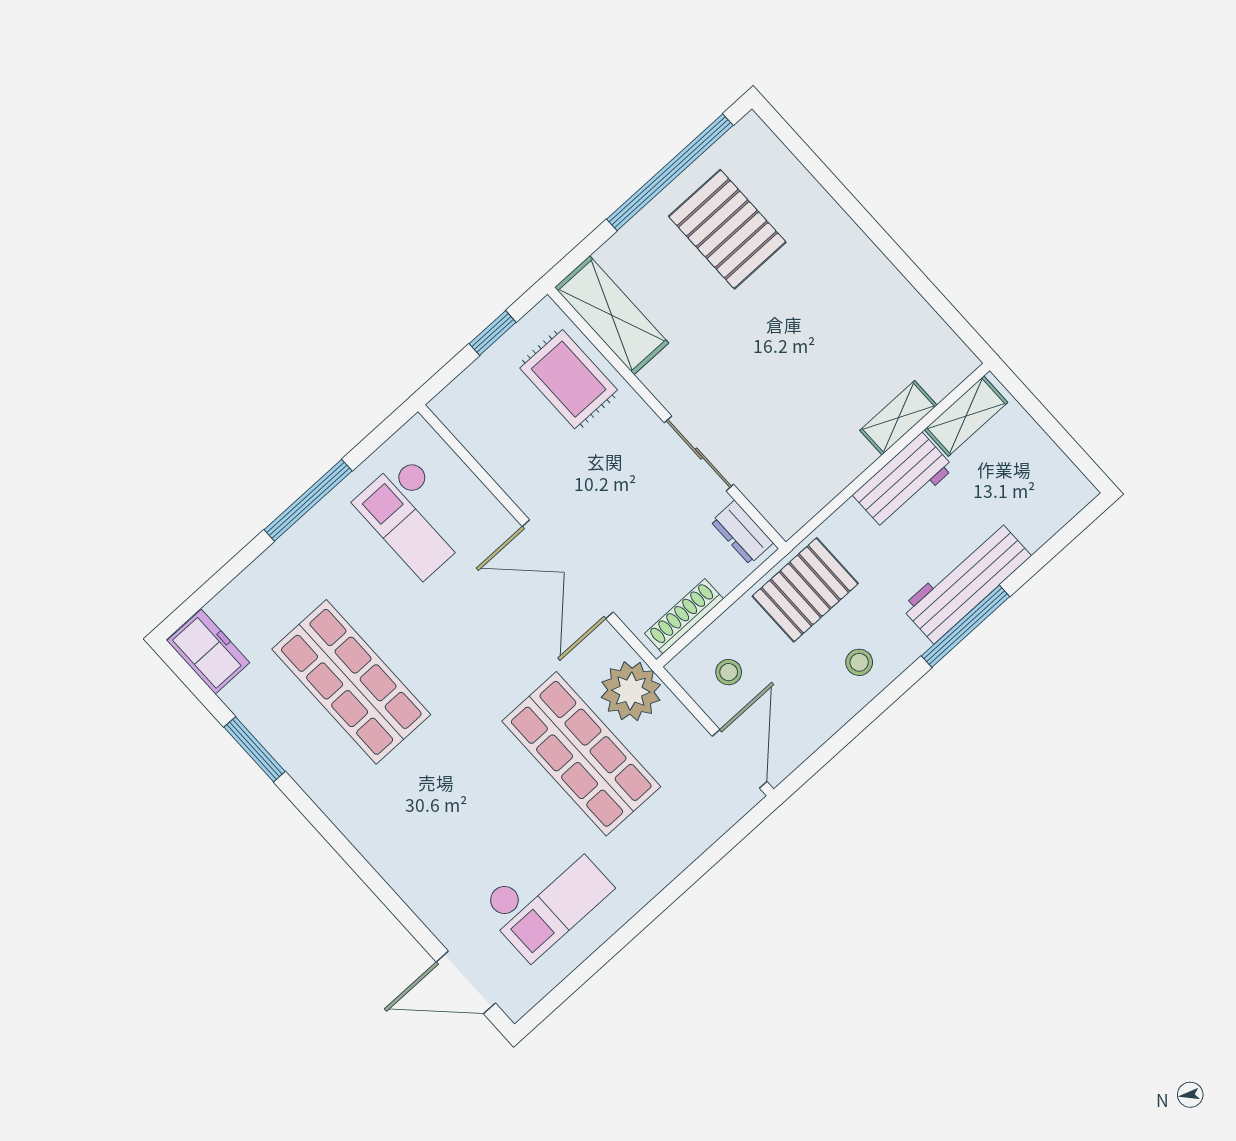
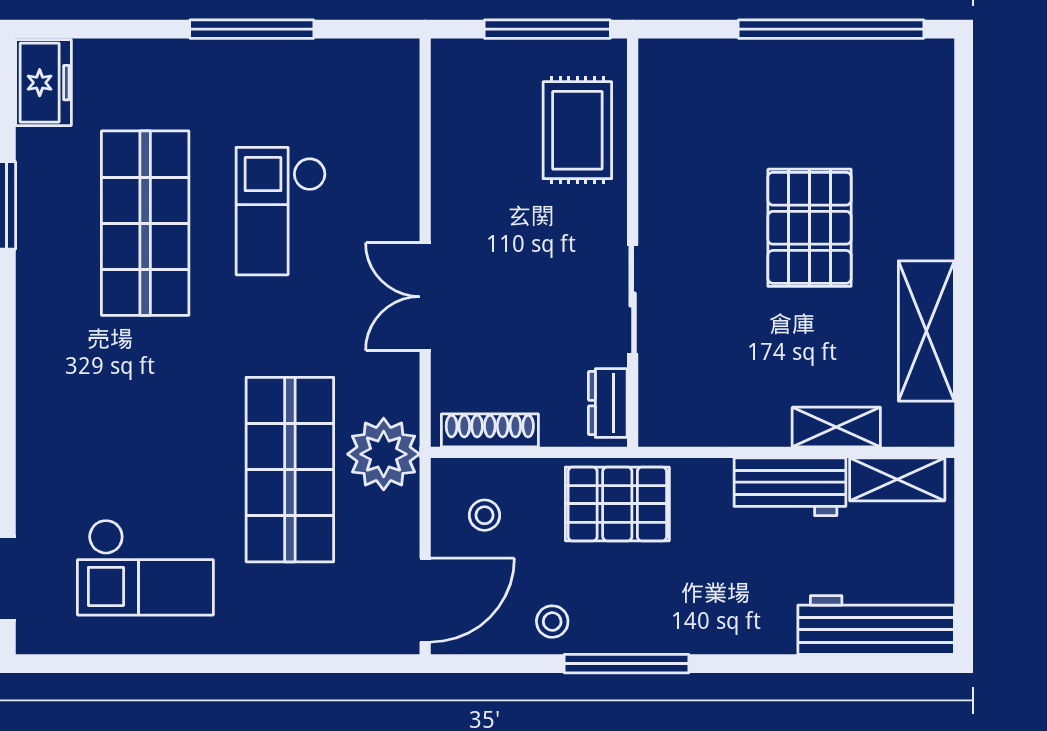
pallet: (727, 229) -> (810, 228), moved
shelving: (612, 315) -> (926, 331), moved
window: (493, 333) -> (547, 29), width x2.17
checkout: (415, 517) -> (281, 211), moved
double door: (568, 569) -> (425, 297), width x0.73
workbench: (966, 582) -> (876, 625), moved
window: (966, 626) -> (627, 664), moved
stool: (859, 662) -> (552, 622), moved

